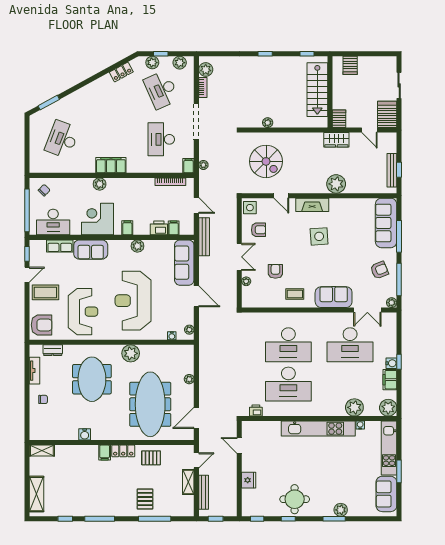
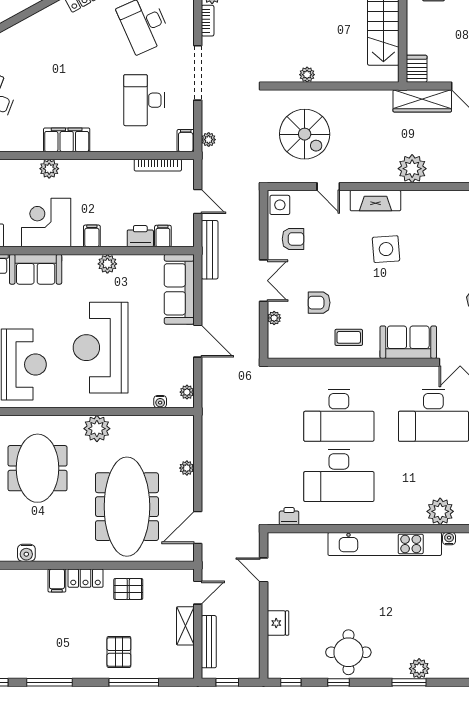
wardrobe: (336, 140) -> (422, 101), width x1.50
armchair: (275, 271) -> (319, 303), turned -90

